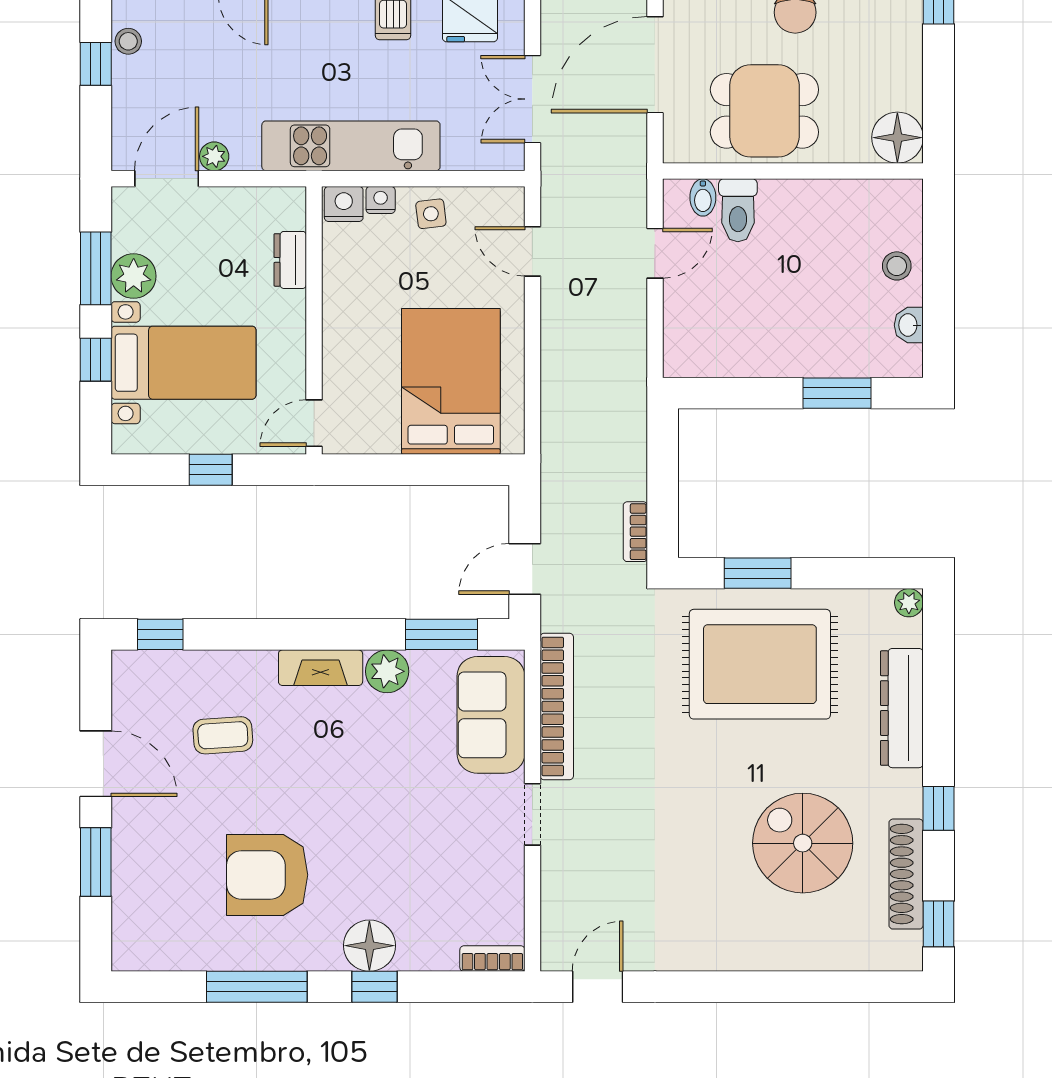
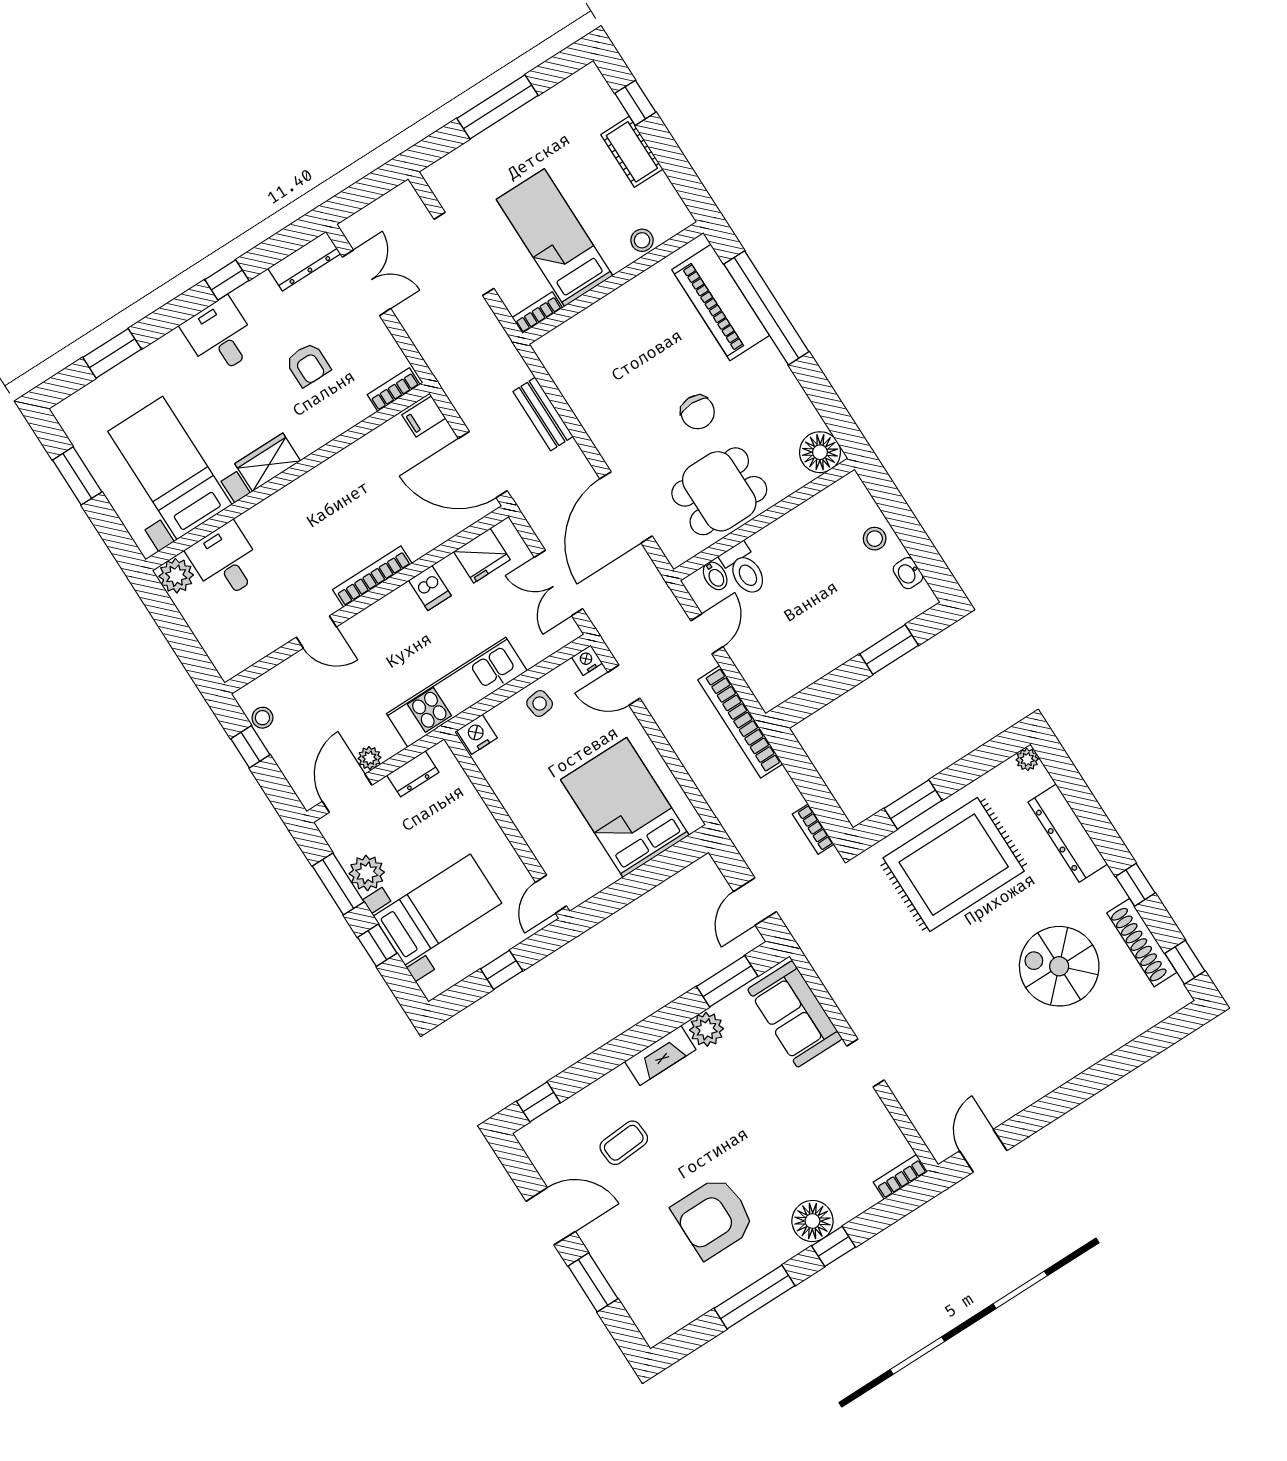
nightstand: (381, 200) -> (587, 660), moved
dresser: (290, 260) -> (413, 774), moved, turned -90
bookcase: (557, 706) -> (740, 722), moved, turned 180

